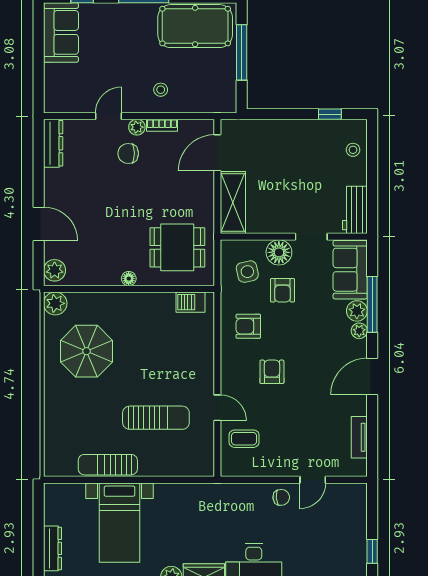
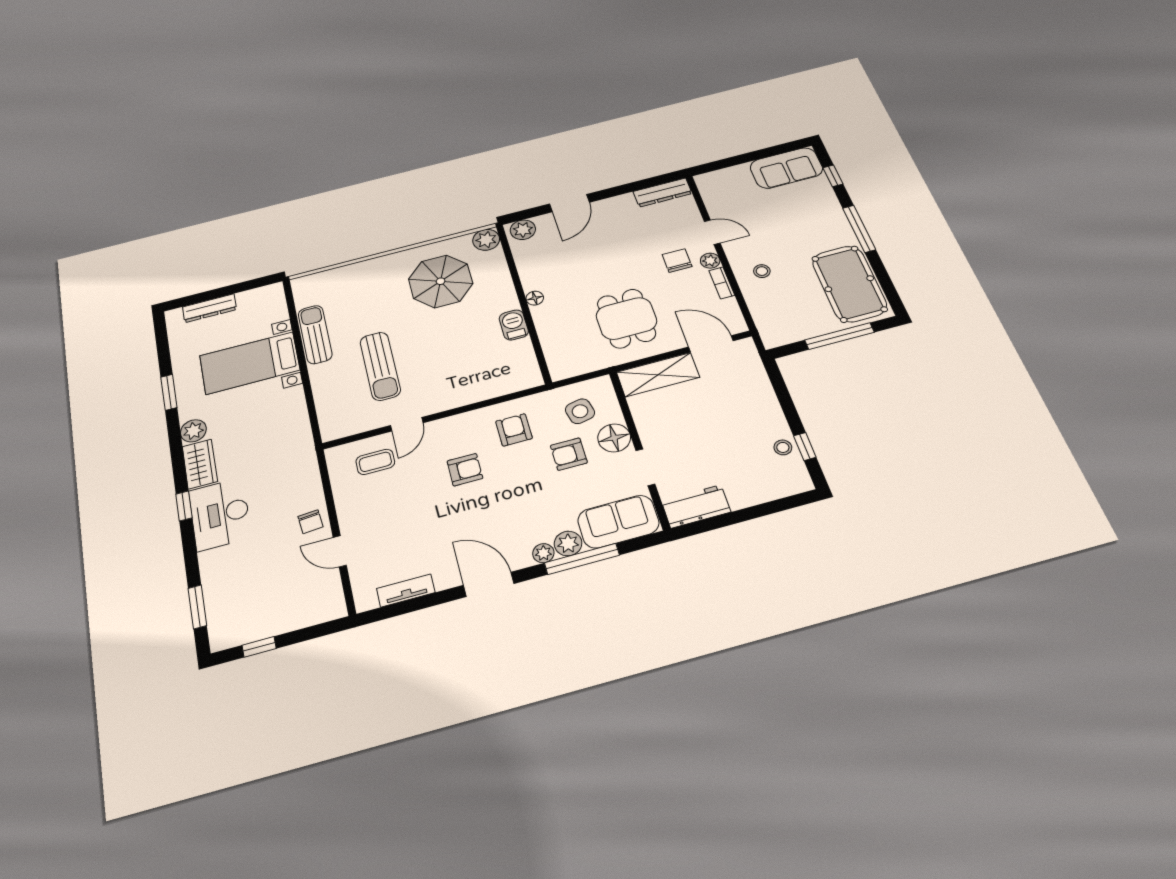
stool: (353, 150) -> (783, 447), moved
dining table: (177, 247) -> (626, 318), moved
barbecue: (190, 302) -> (514, 325), moved
coffee table: (244, 439) -> (375, 462), turned 90

